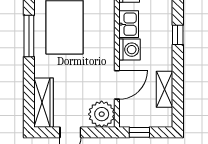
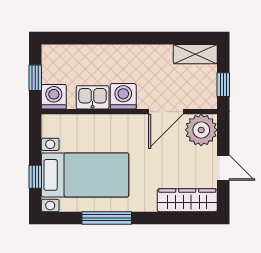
window: (178, 35) -> (105, 38), removed
door: (117, 85) -> (166, 112), swing flipped
shelving: (164, 89) -> (195, 54), moved

